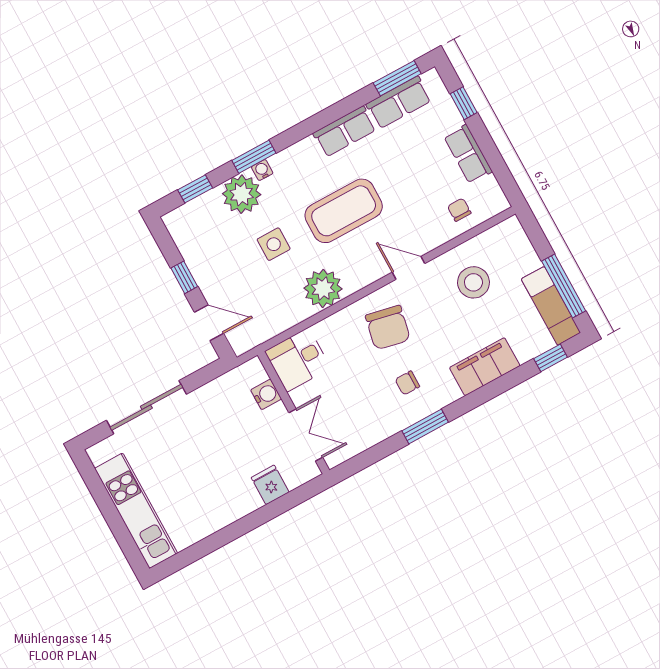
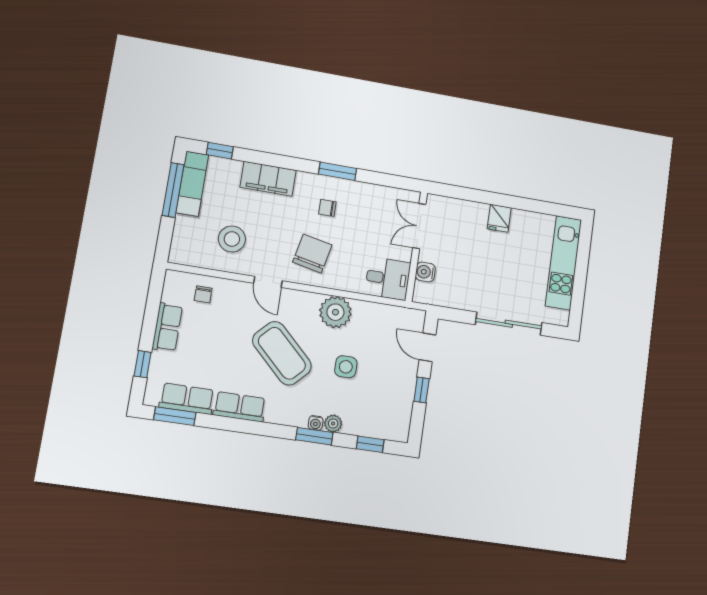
plant: (242, 194) -> (333, 424), width x0.53, depth x0.53
coffee table: (344, 211) -> (282, 353), turned 44
chair: (407, 383) -> (327, 208), turned 180
fridge: (270, 485) -> (499, 218), moved

